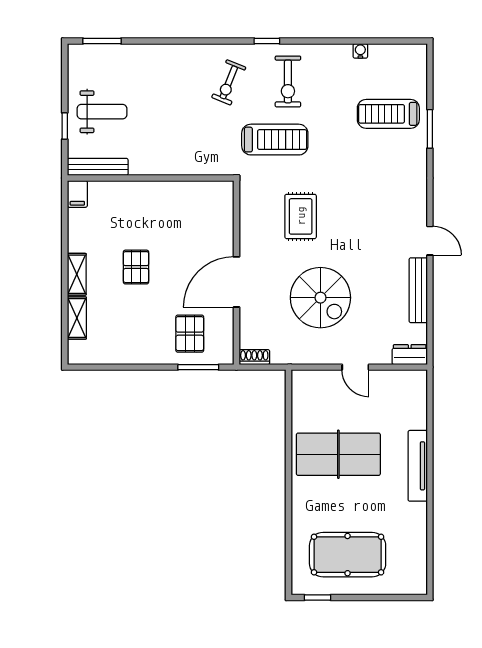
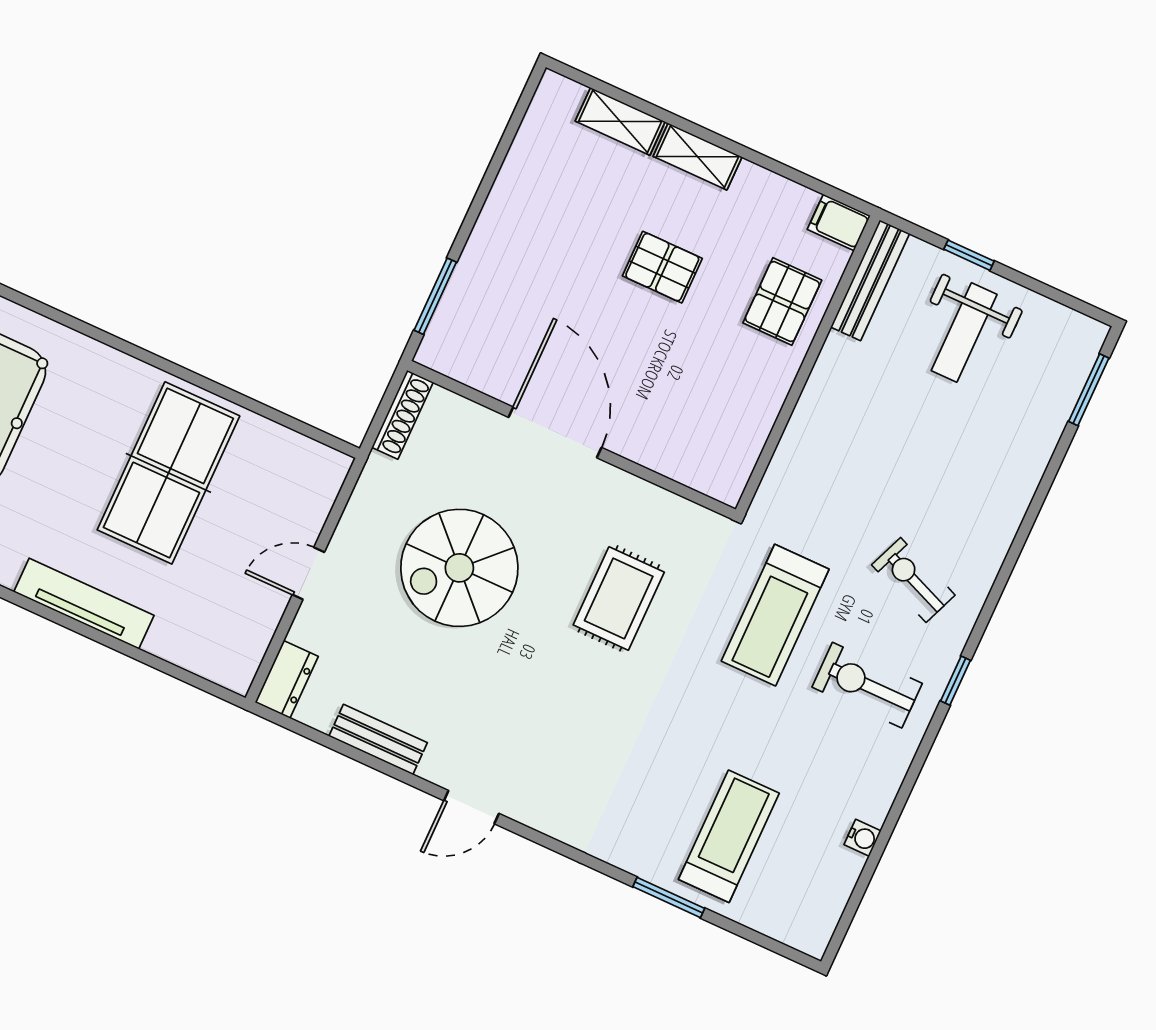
rug: (301, 216) -> (619, 598), turned 90
bench: (418, 290) -> (378, 739), width x0.73
pallet: (190, 334) -> (782, 302), moved, turned 90
shoe rack: (254, 357) -> (402, 415), width x1.43

